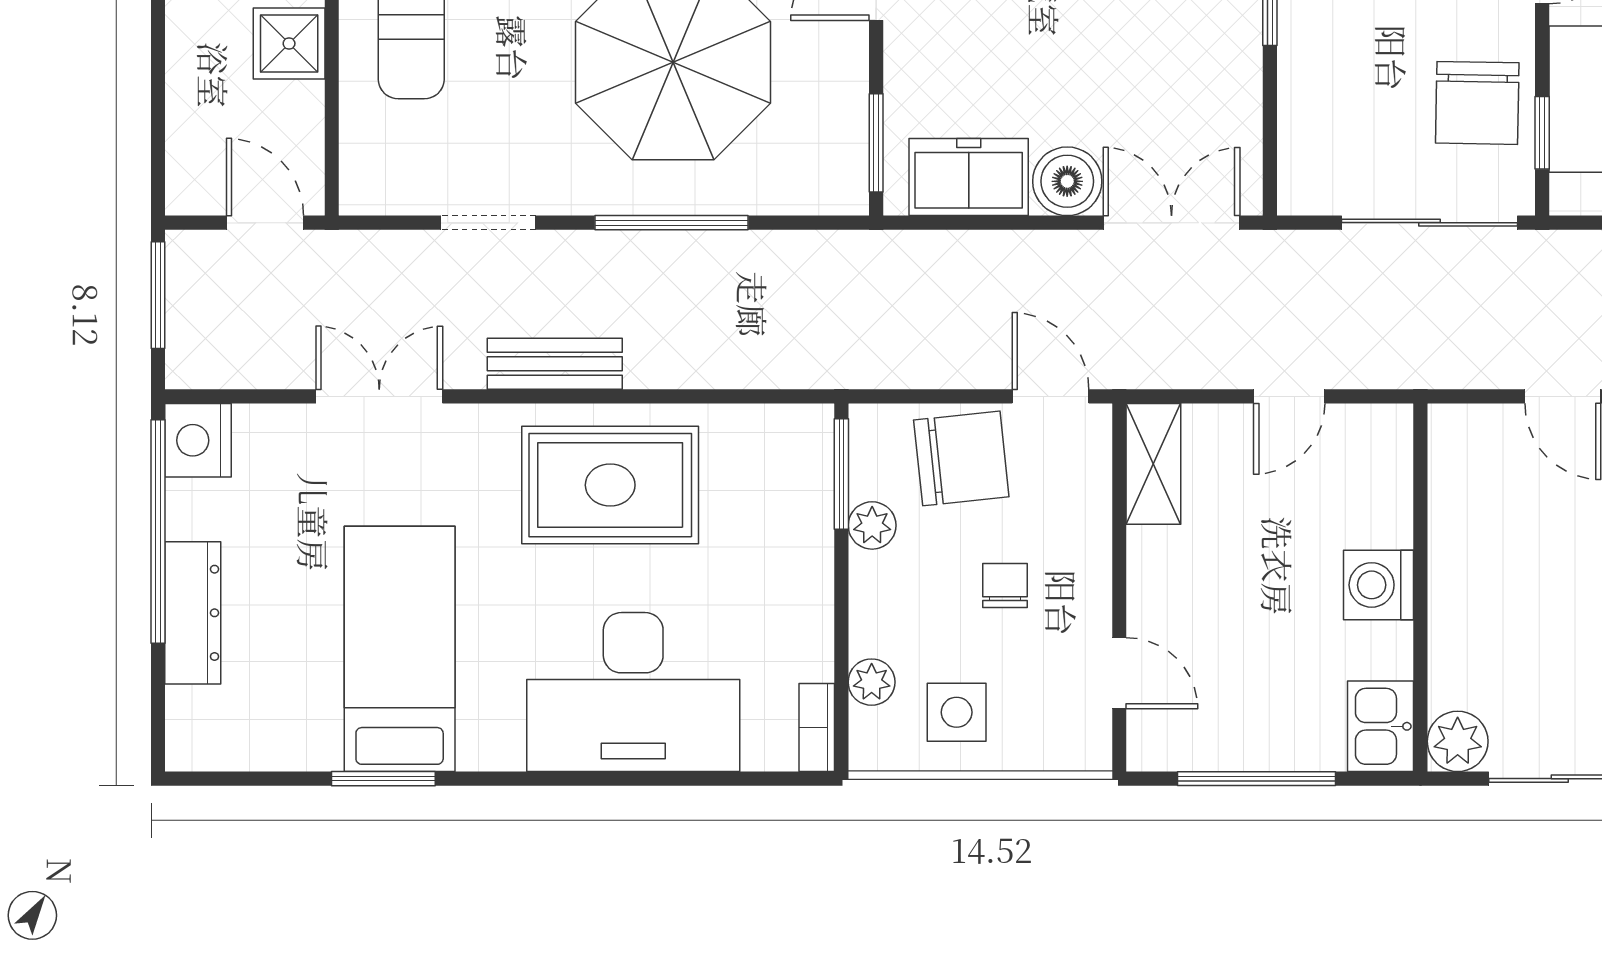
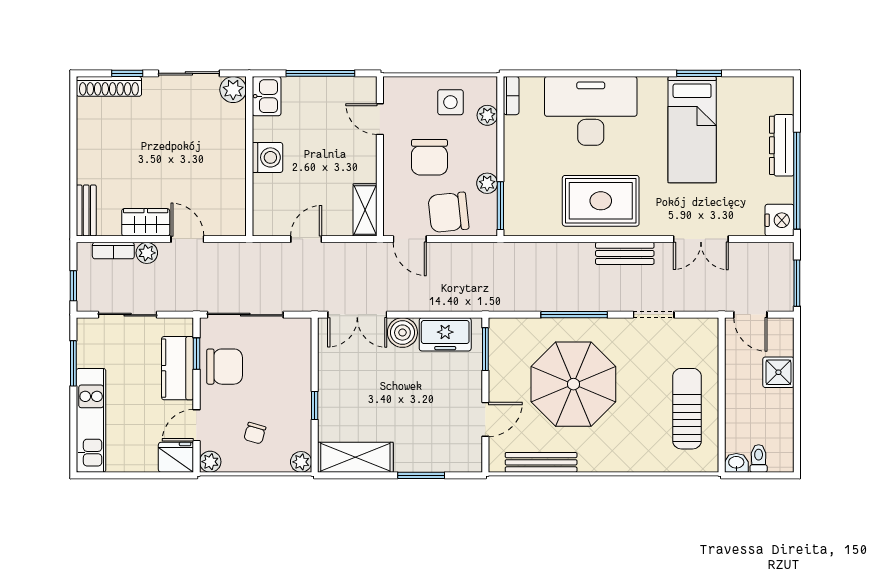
shower: (289, 43) -> (778, 372), moved
chair: (1477, 103) -> (225, 367), turned 89
chair: (1005, 585) -> (429, 157), width x1.87, depth x1.87

